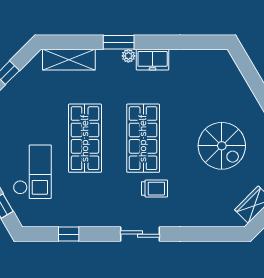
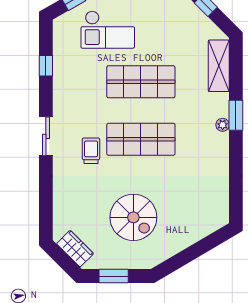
freezer: (153, 60) -> (219, 149), removed
spiral stairs: (222, 146) -> (133, 217), turned -90
trolley: (154, 189) -> (91, 151), turned 180

